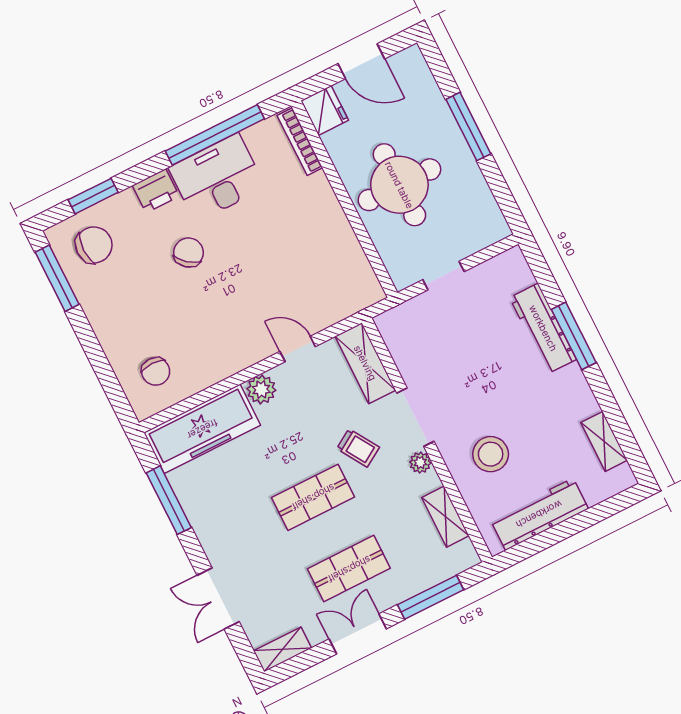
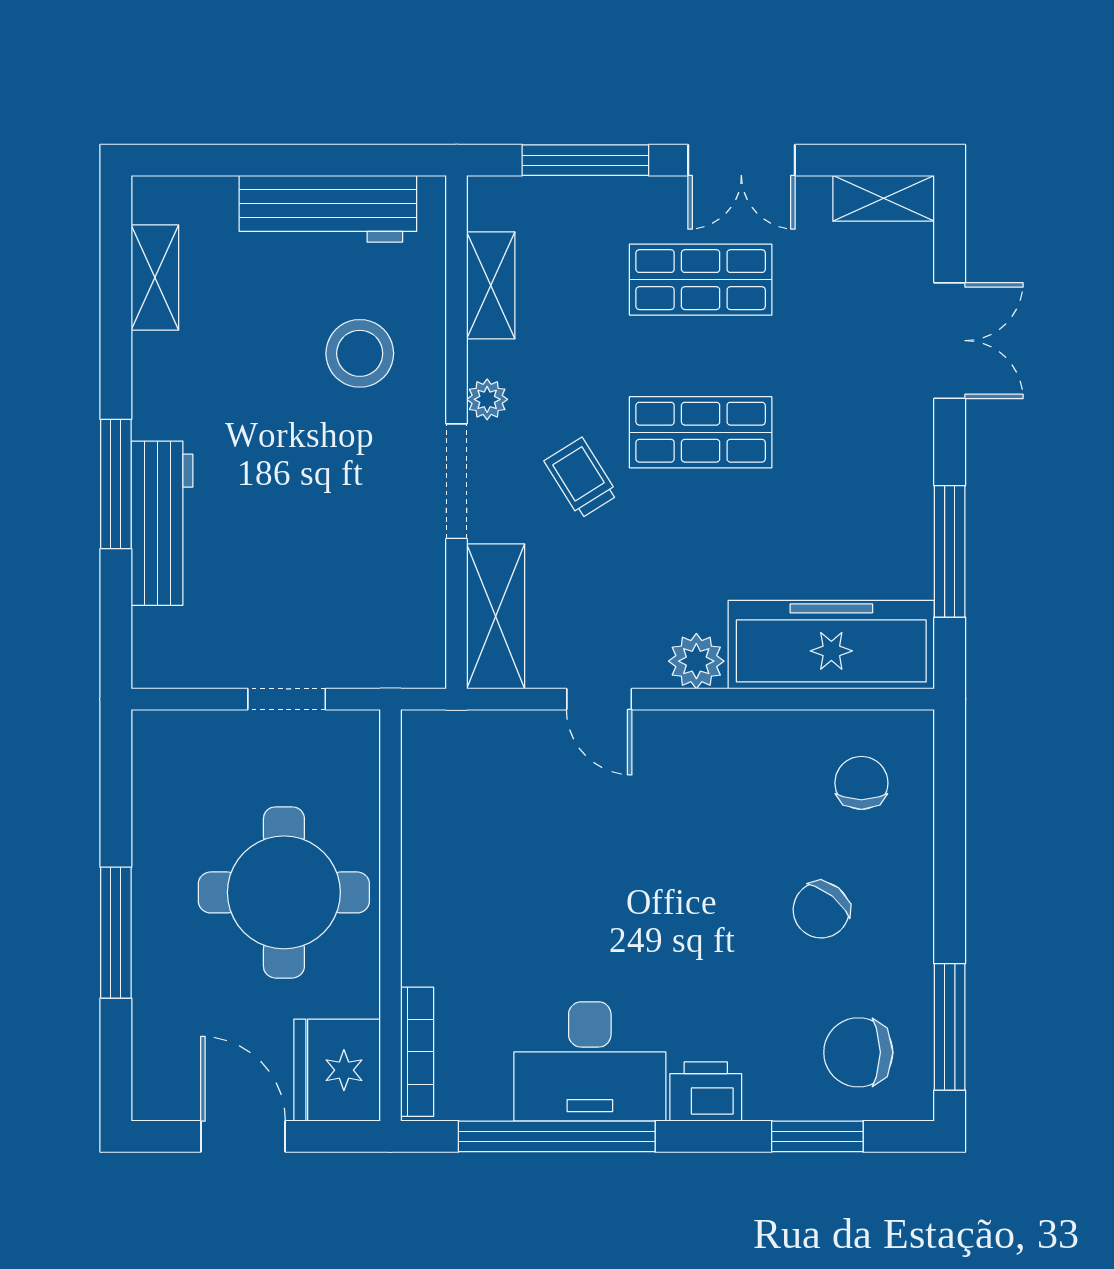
fridge: (325, 111) -> (337, 1070), width x1.36, depth x1.34
chair: (188, 253) -> (821, 910), moved

